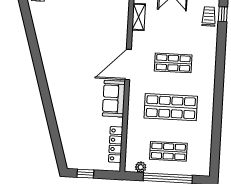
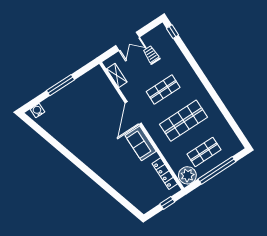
trolley: (209, 16) -> (151, 55), moved
plant: (141, 167) -> (187, 175), width x1.87, depth x1.87
window: (85, 174) -> (167, 203), moved

